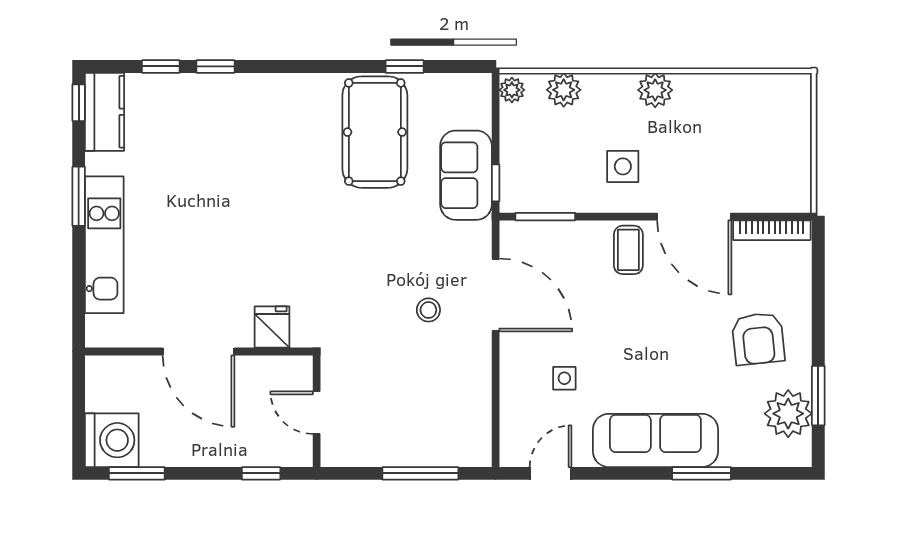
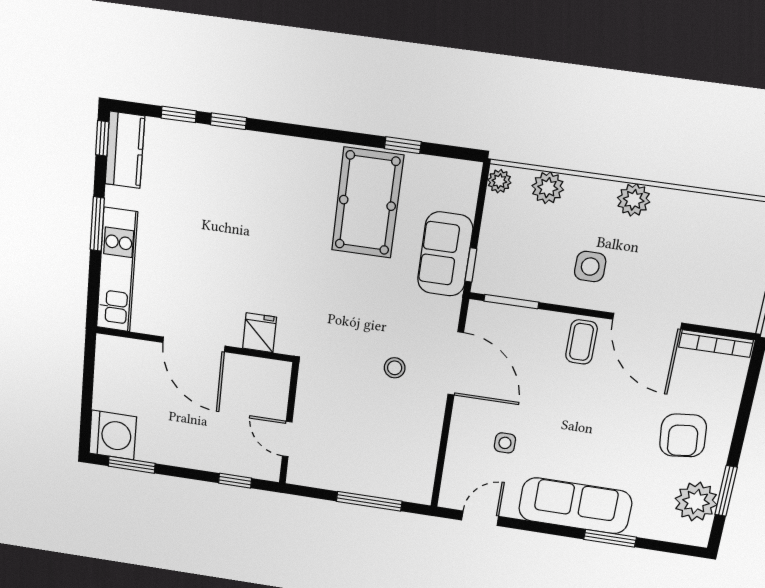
fridge: (272, 327) -> (260, 333), moved
door: (198, 352) -> (194, 344), moved
wall: (199, 352) -> (194, 344), moved

